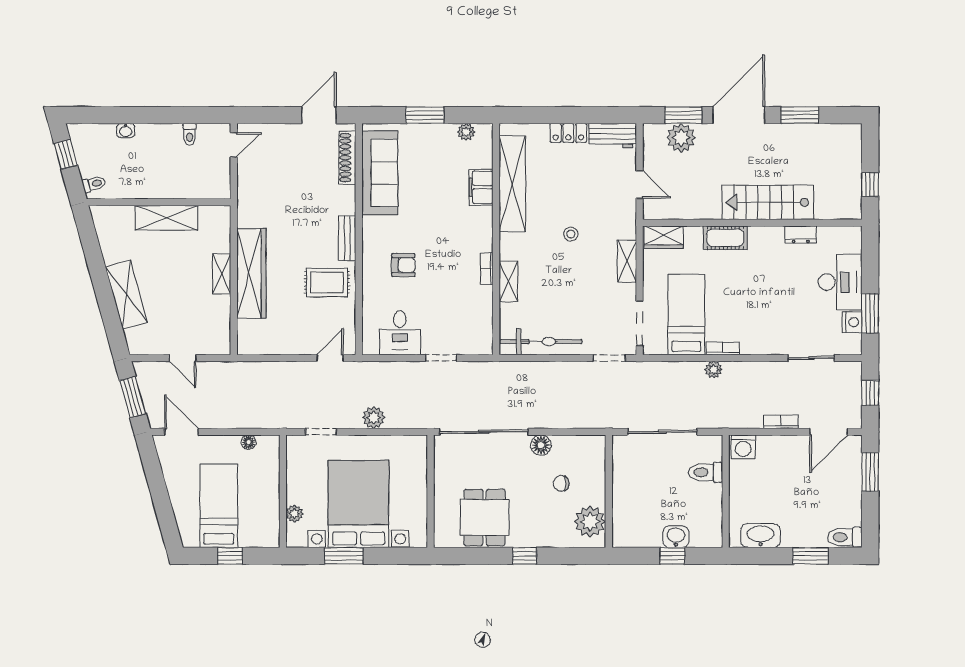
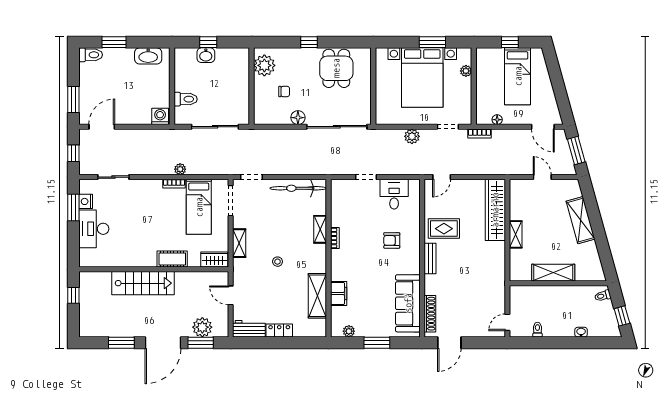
shelving: (512, 184) -> (317, 296), width x0.68
dresser: (801, 235) -> (121, 261), removed
wardrobe: (251, 273) -> (495, 210), moved
bookcase: (781, 422) -> (480, 134), moved

